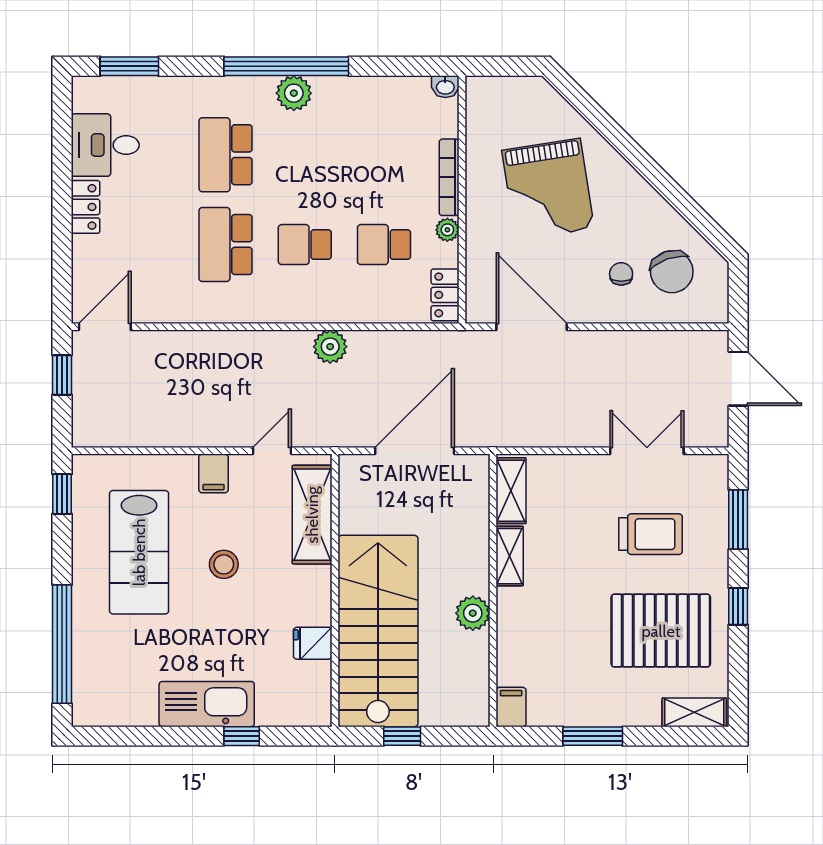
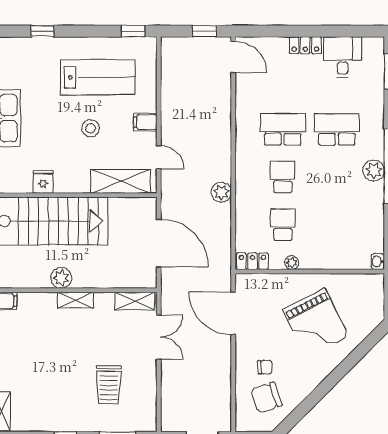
bookcase: (449, 177) -> (323, 264), removed
grand piano: (548, 189) -> (316, 323), turned -108
door: (532, 327) -> (233, 313), swing flipped
double door: (647, 451) -> (159, 337), moved
lab bench: (139, 552) -> (98, 77), turned 180
shelving: (510, 556) -> (75, 300), moved
pallet: (661, 631) -> (51, 391), removed
window: (62, 644) -> (43, 31), width x0.32

